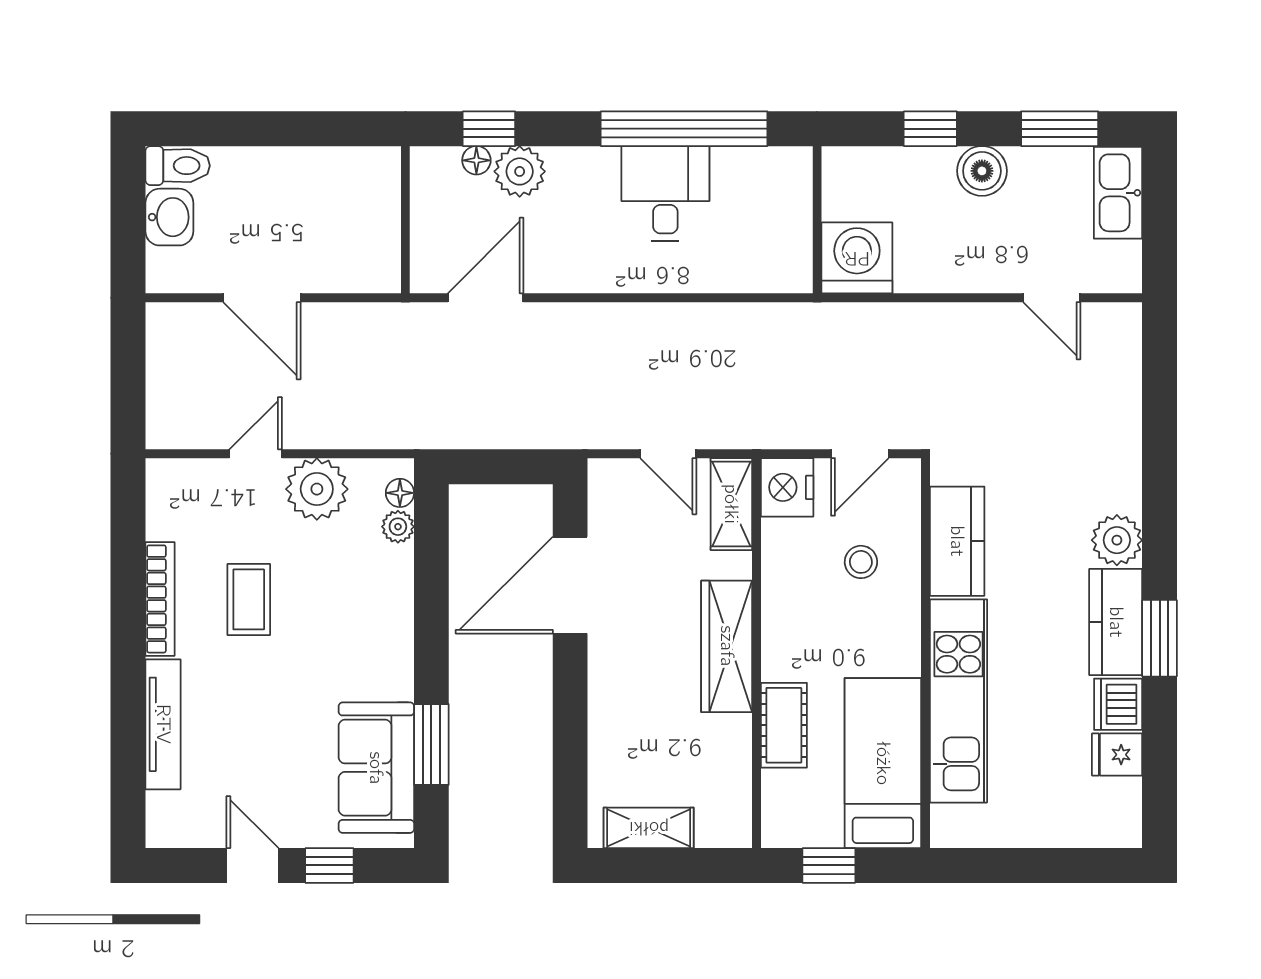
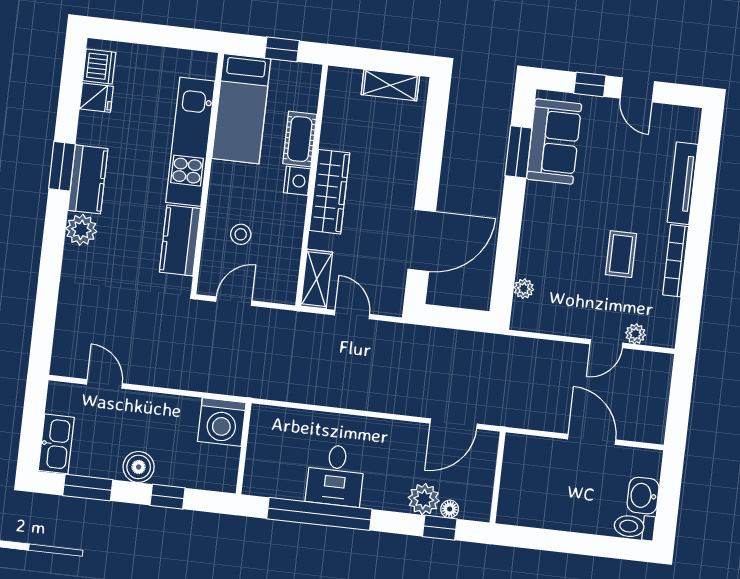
nightstand: (787, 487) -> (297, 181), moved, width x0.74, depth x0.75
plant: (317, 489) -> (635, 334), moved, width x0.53, depth x0.53
floor lamp: (400, 493) -> (520, 309), removed
dishwasher: (1118, 704) -> (99, 66), moved

